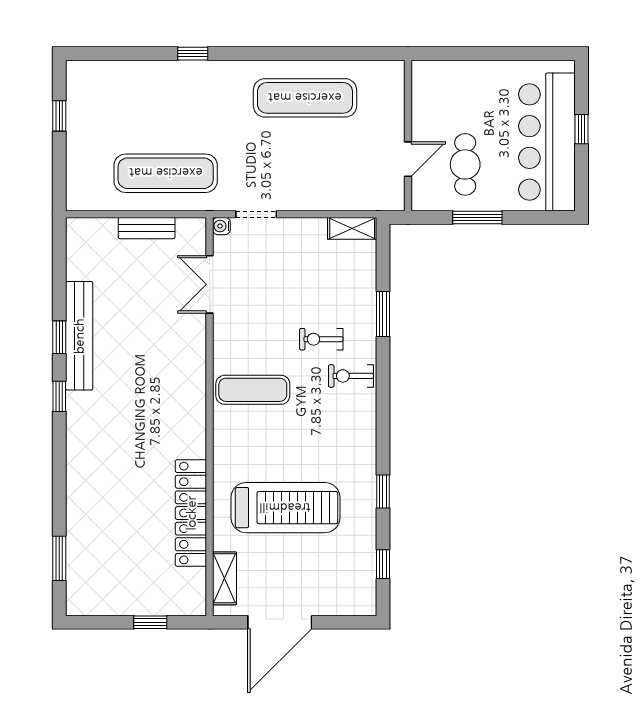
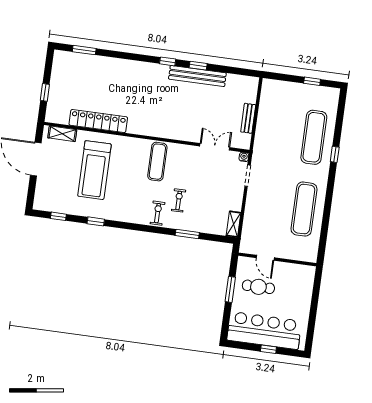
exercise mat: (166, 173) -> (314, 137), moved

